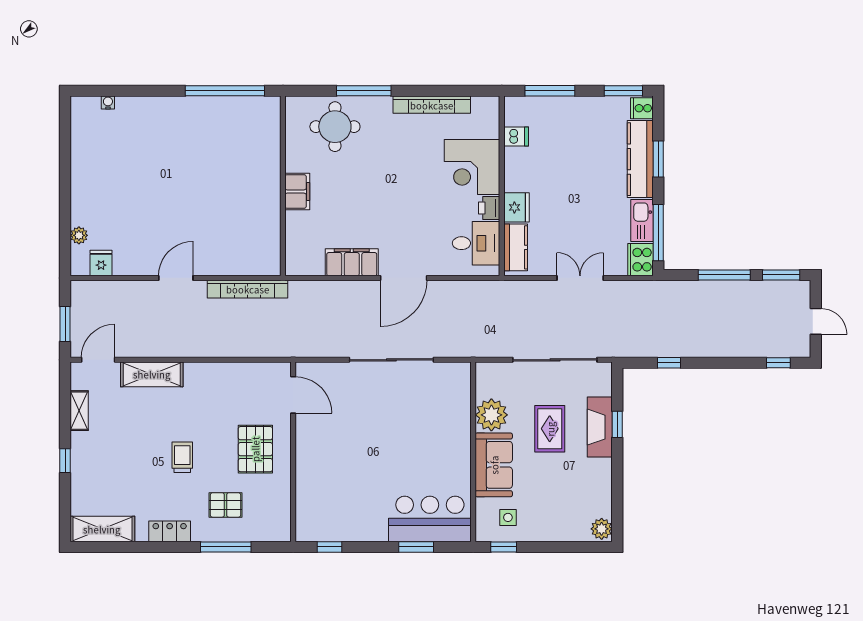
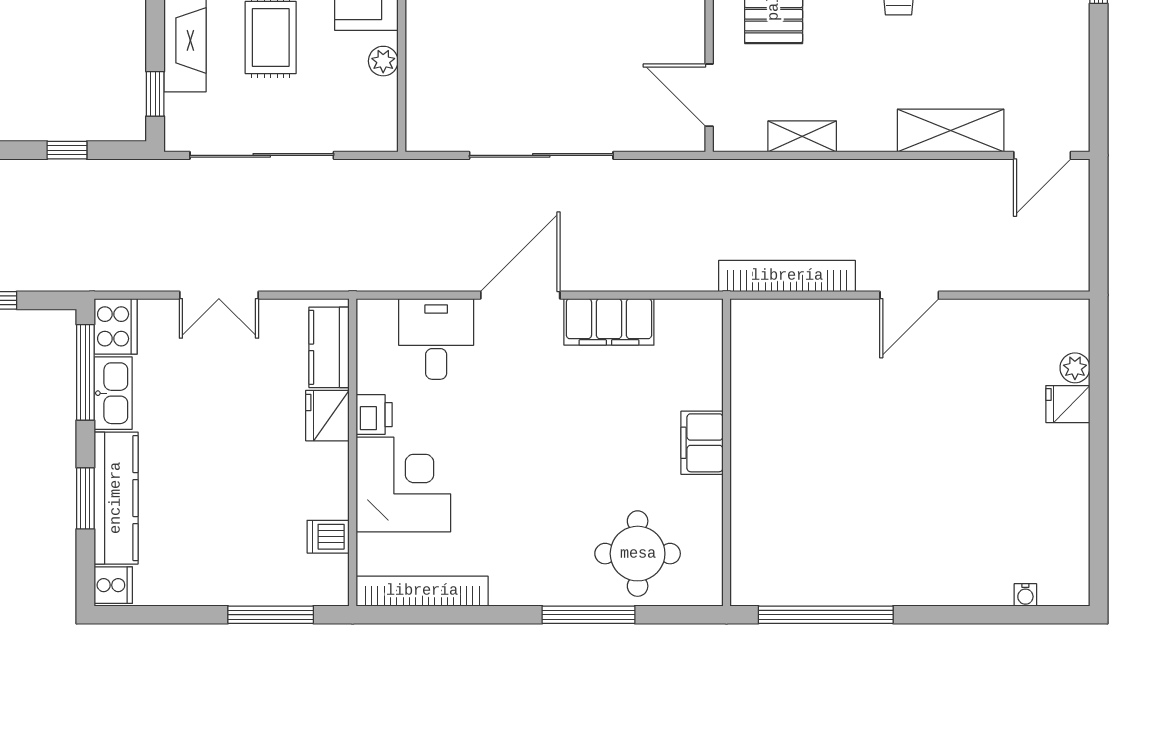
window: (623, 91) -> (145, 615), removed
bookcase: (432, 105) -> (422, 591), moved
desk: (476, 243) -> (436, 339), moved, turned 90
fridge: (101, 263) -> (1068, 404), moved, turned 90
window: (65, 324) -> (1099, 216), removed
shelving: (79, 411) -> (802, 136), moved, turned 90
plant: (491, 415) -> (383, 61), width x0.53, depth x0.53
window: (617, 424) -> (155, 94), moved

